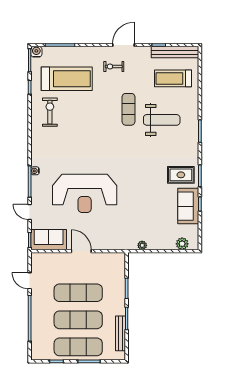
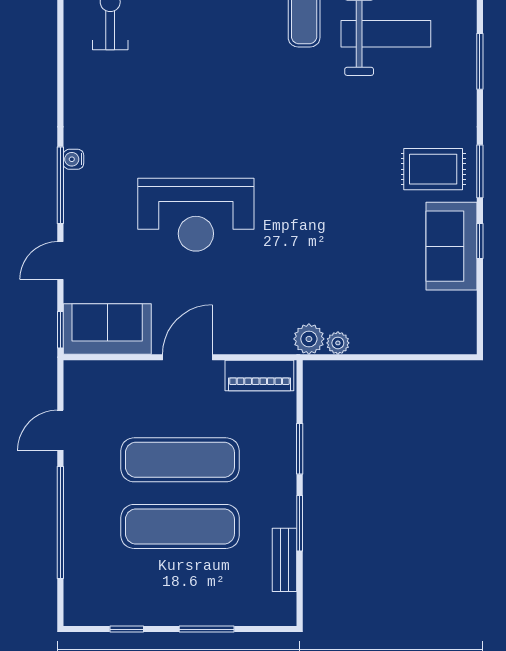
reception desk: (85, 193) -> (196, 215), width x0.74, depth x0.77
door: (30, 212) -> (60, 261), hinge flipped
plant: (182, 244) -> (309, 339), moved
door: (81, 251) -> (187, 357), hinge flipped
piano: (110, 259) -> (259, 376), added
door: (30, 281) -> (60, 430), hinge flipped
bench: (121, 333) -> (285, 560), width x0.73
exercise mat: (78, 347) -> (180, 593), removed

